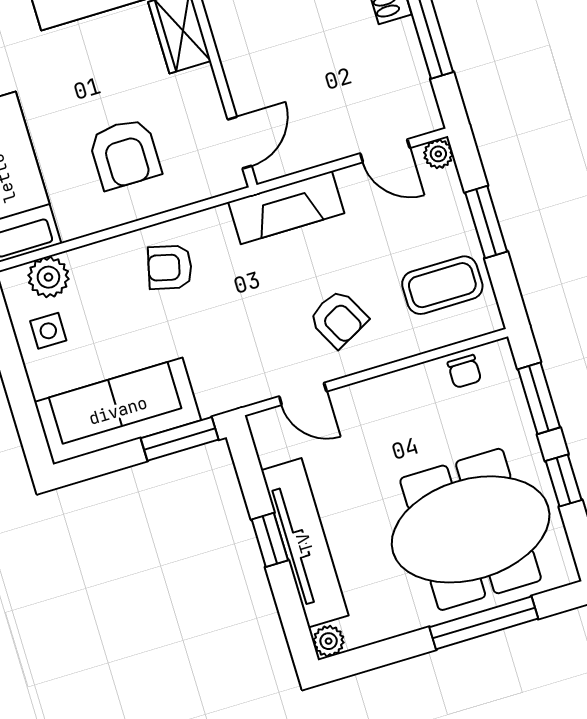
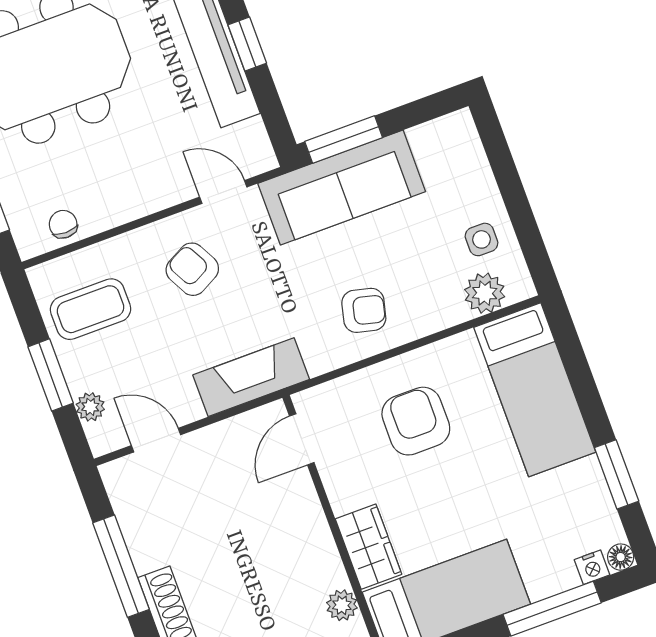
plant: (438, 154) -> (90, 407), moved
sofa: (118, 411) -> (342, 188), moved

